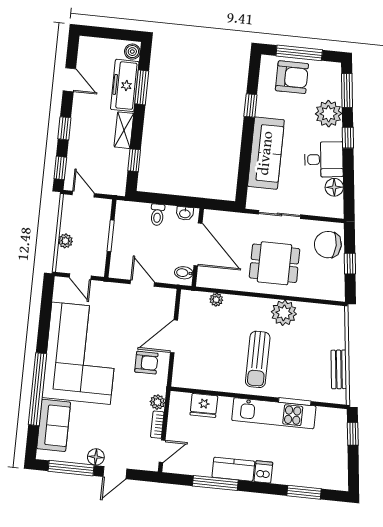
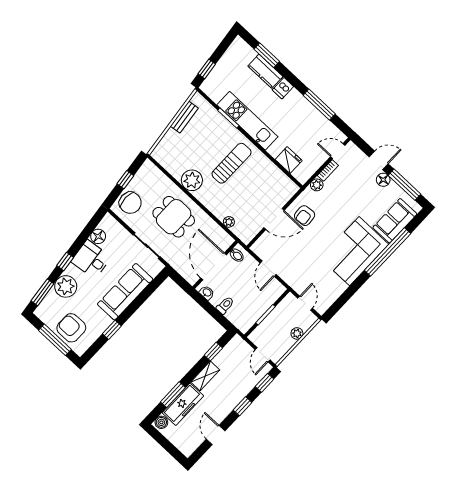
corner sofa: (81, 353) -> (354, 251), width x0.73, depth x0.74
armchair: (146, 363) -> (305, 216), turned -95
kitchen counter: (233, 469) -> (265, 71), moved

